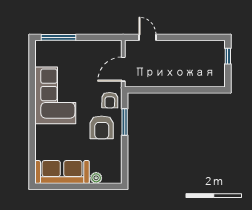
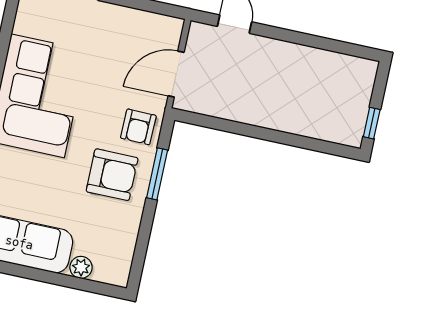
window: (228, 56) -> (372, 123), moved
armchair: (102, 127) -> (112, 175), turned -90

